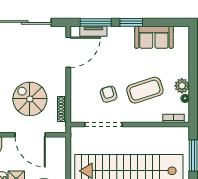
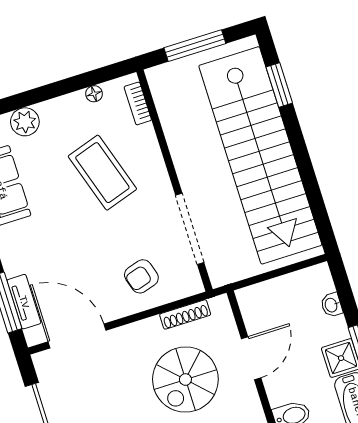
plant: (182, 86) -> (25, 122), moved
armchair: (109, 94) -> (141, 276), moved
door: (30, 135) -> (251, 358), width x0.73

